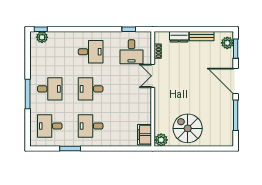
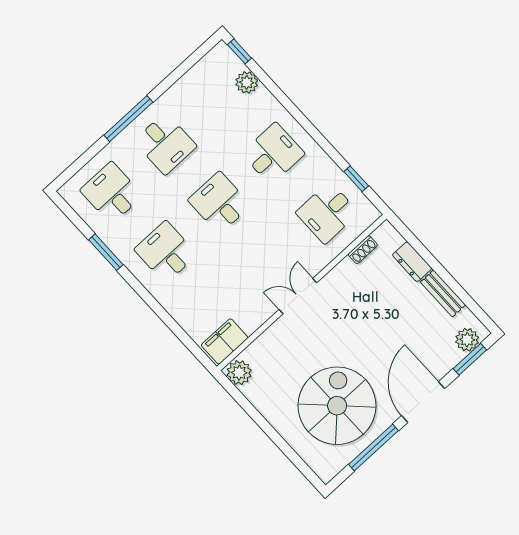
plant: (42, 37) -> (247, 82), moved
desk: (91, 52) -> (273, 154), turned -90
double door: (153, 76) -> (298, 296), moved
spiral stairs: (188, 128) -> (337, 406), moved, width x1.37, depth x1.37

